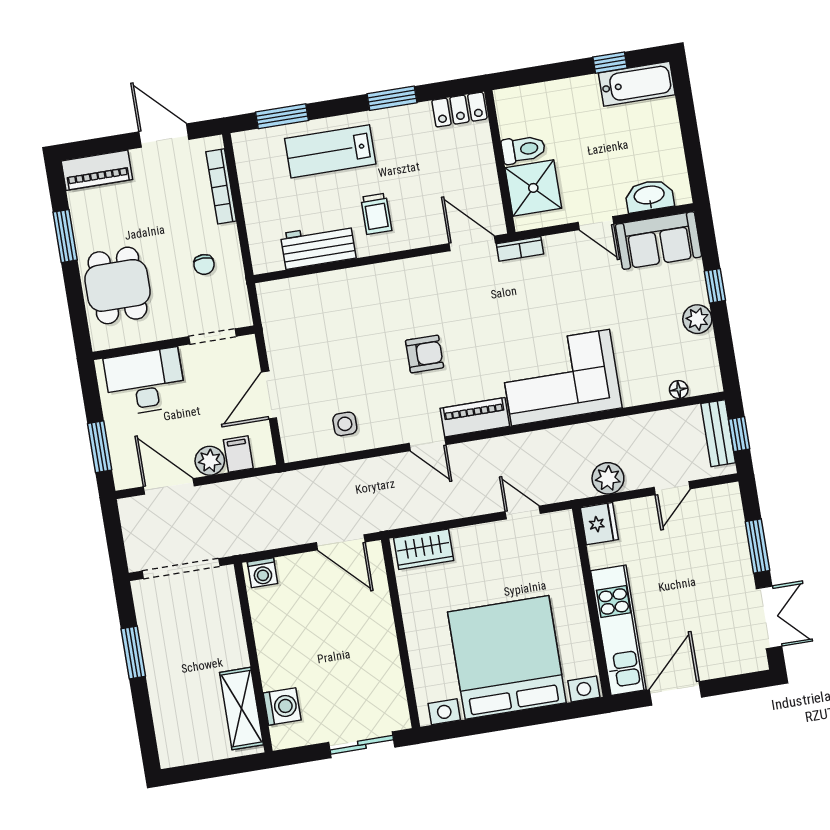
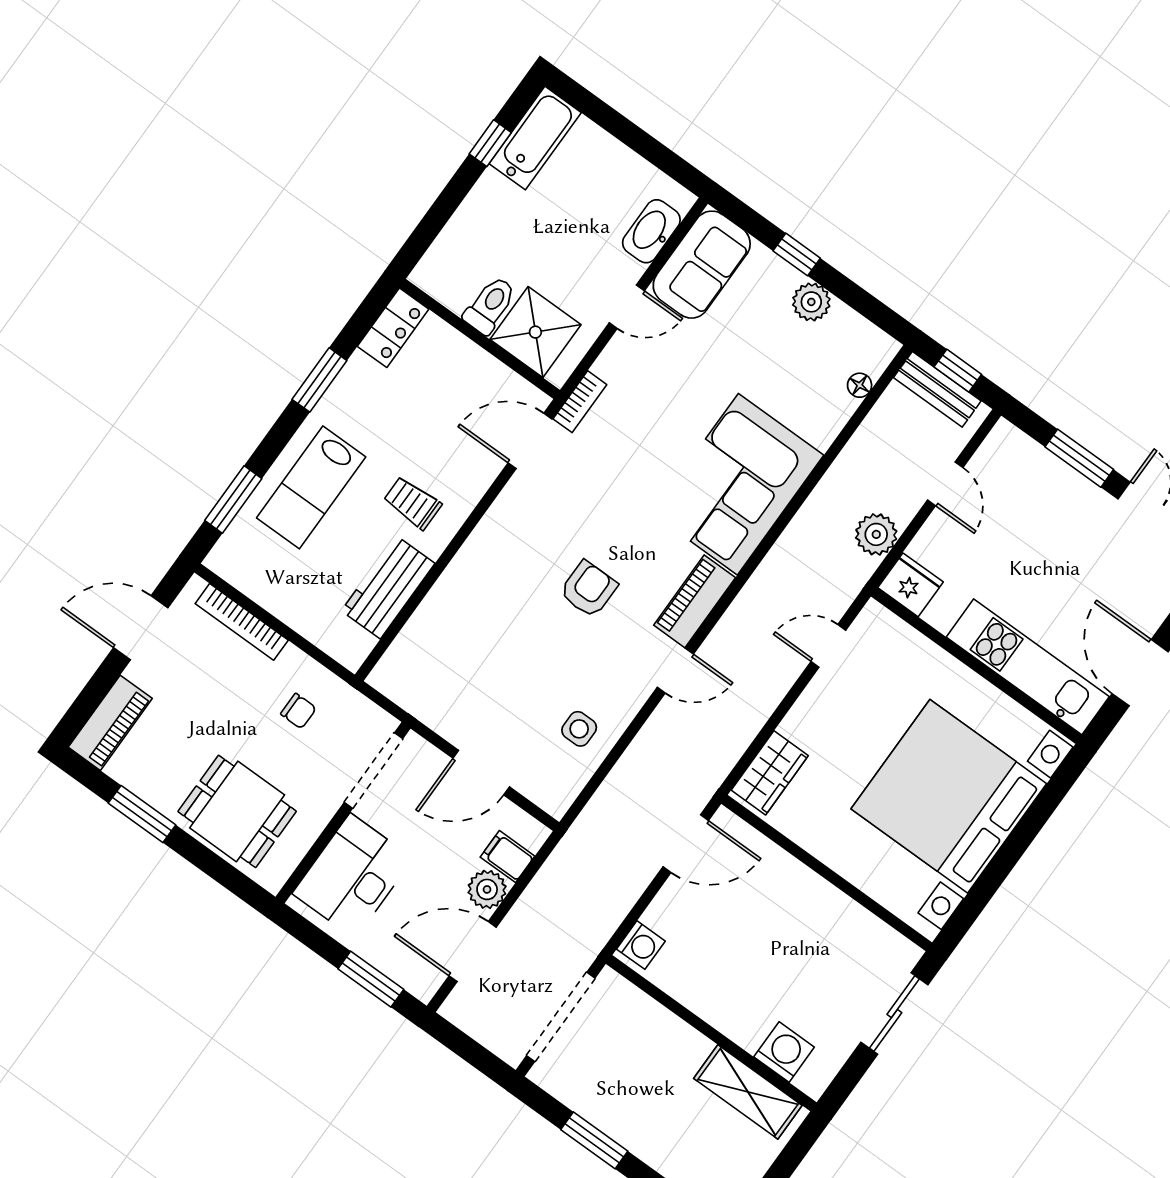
trolley: (376, 214) -> (412, 503), turned 180
doorway: (212, 336) -> (373, 770), width x1.38
door: (269, 395) -> (481, 773), hinge flipped

